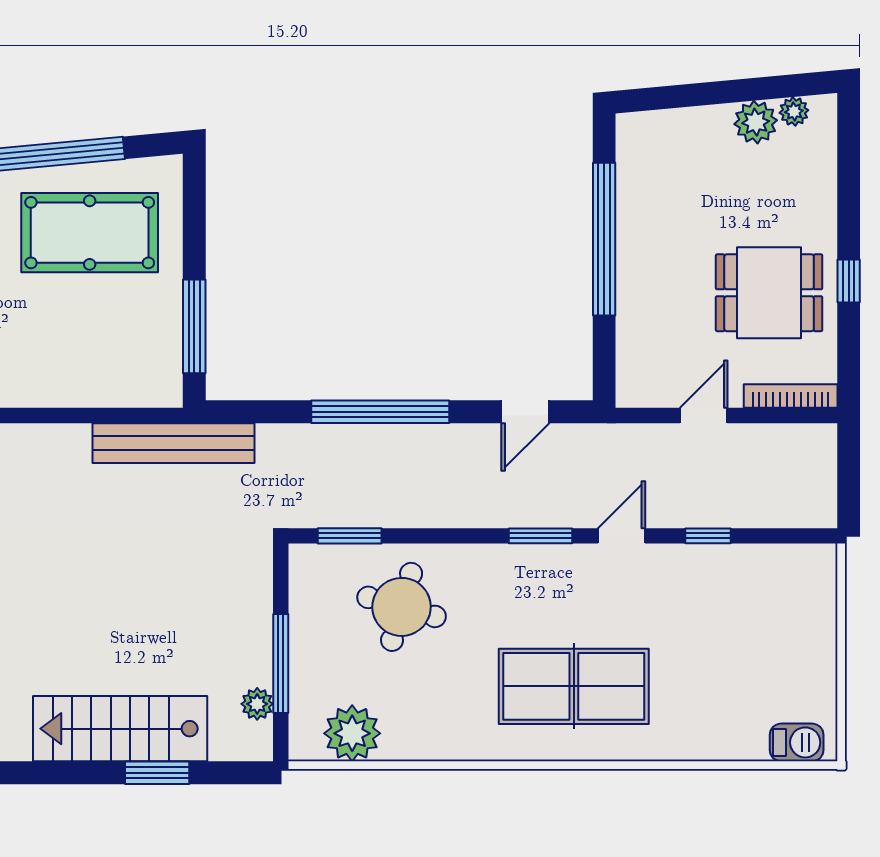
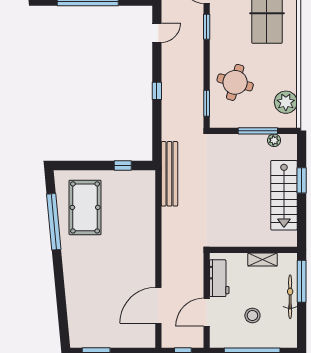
window: (194, 326) -> (123, 166), width x0.46
window: (380, 412) -> (157, 91), width x0.32
door: (525, 412) -> (157, 33), hinge flipped

